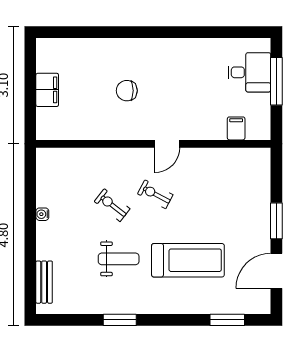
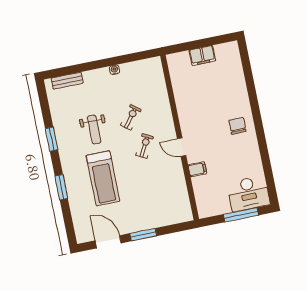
desk: (249, 72) -> (249, 194), width x1.37
chair: (127, 91) -> (237, 126), moved
filing cabinet: (236, 128) -> (197, 169), moved
window: (227, 320) -> (61, 187), moved

